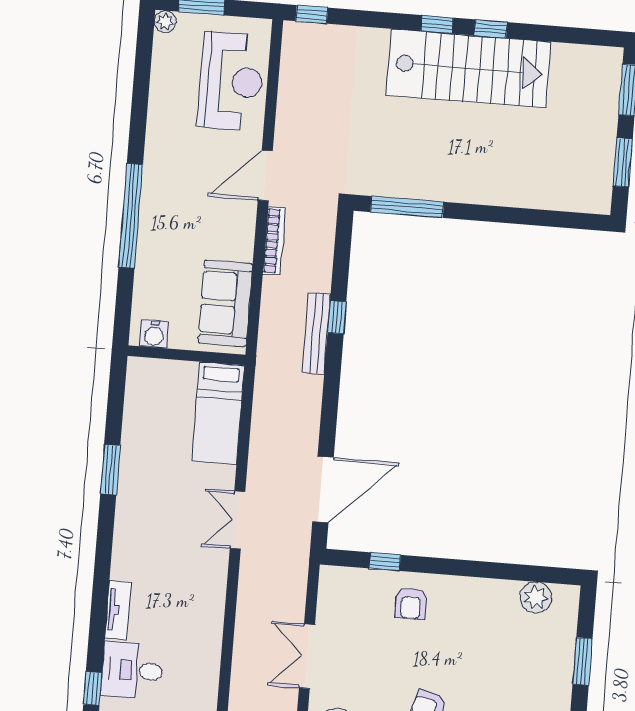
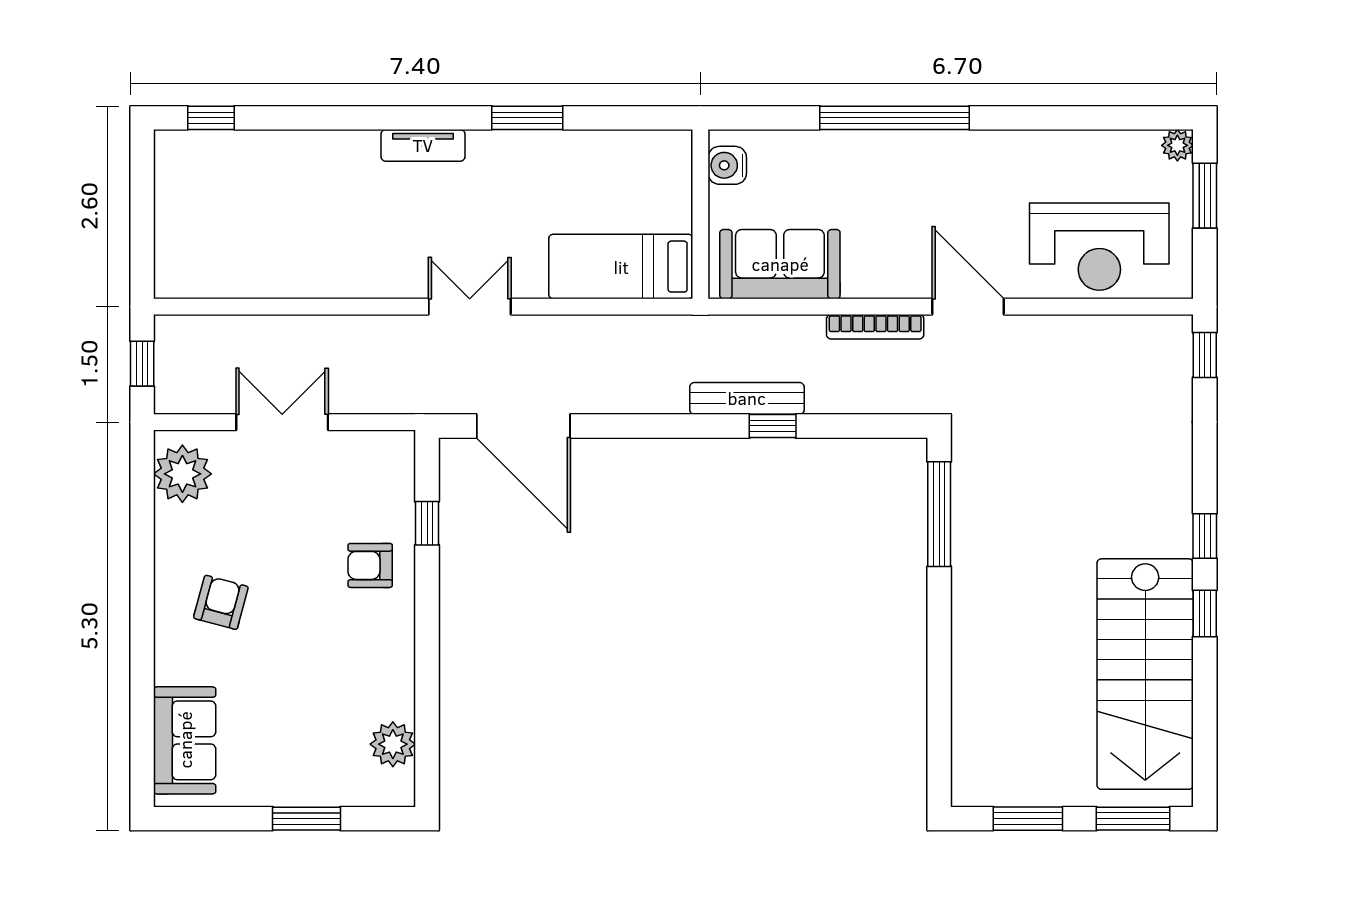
stairs: (469, 68) -> (1145, 674), moved
tv unit: (118, 610) -> (423, 145), moved
desk: (132, 670) -> (242, 173), removed

